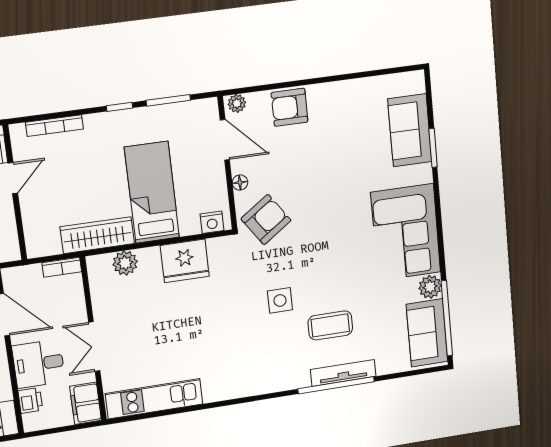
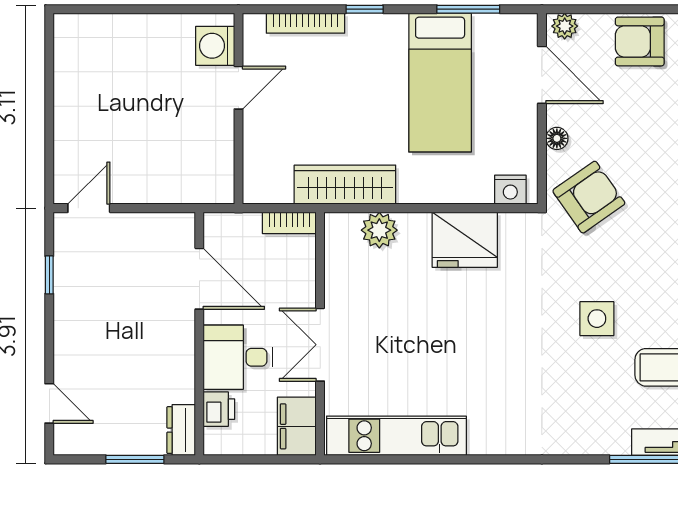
window: (120, 107) -> (365, 9), moved
bed: (152, 192) -> (440, 82), moved, turned 180

